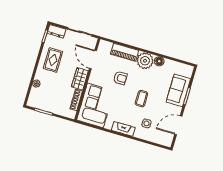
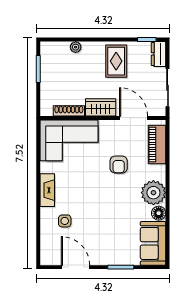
piano: (125, 52) -> (157, 145), moved
rug: (53, 60) -> (116, 61), turned 90
door: (93, 60) -> (134, 118), hinge flipped
sofa: (178, 90) -> (153, 243), moved, turned -90
coffee table: (141, 99) -> (98, 203), removed

